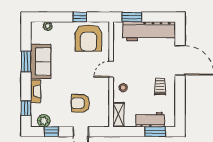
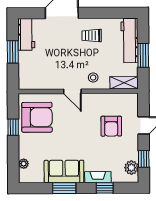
window: (132, 17) -> (13, 52), moved
workbench: (149, 31) -> (26, 34), width x0.53, depth x0.76
window: (26, 108) -> (105, 188), moved
workbench: (150, 120) -> (130, 41), width x1.38
window: (155, 132) -> (143, 55), moved

